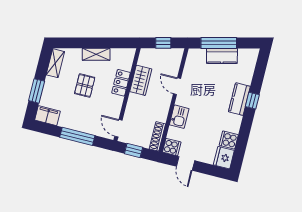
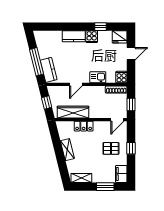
kitchen counter: (222, 56) -> (49, 70), moved
wardrobe: (141, 80) -> (73, 112), width x1.50
pallet: (85, 85) -> (111, 148), moved
window: (252, 101) -> (101, 27), moved
window: (77, 136) -> (131, 148), width x0.46
cooker: (229, 140) -> (92, 37), moved
door: (186, 164) -> (131, 54), moved

